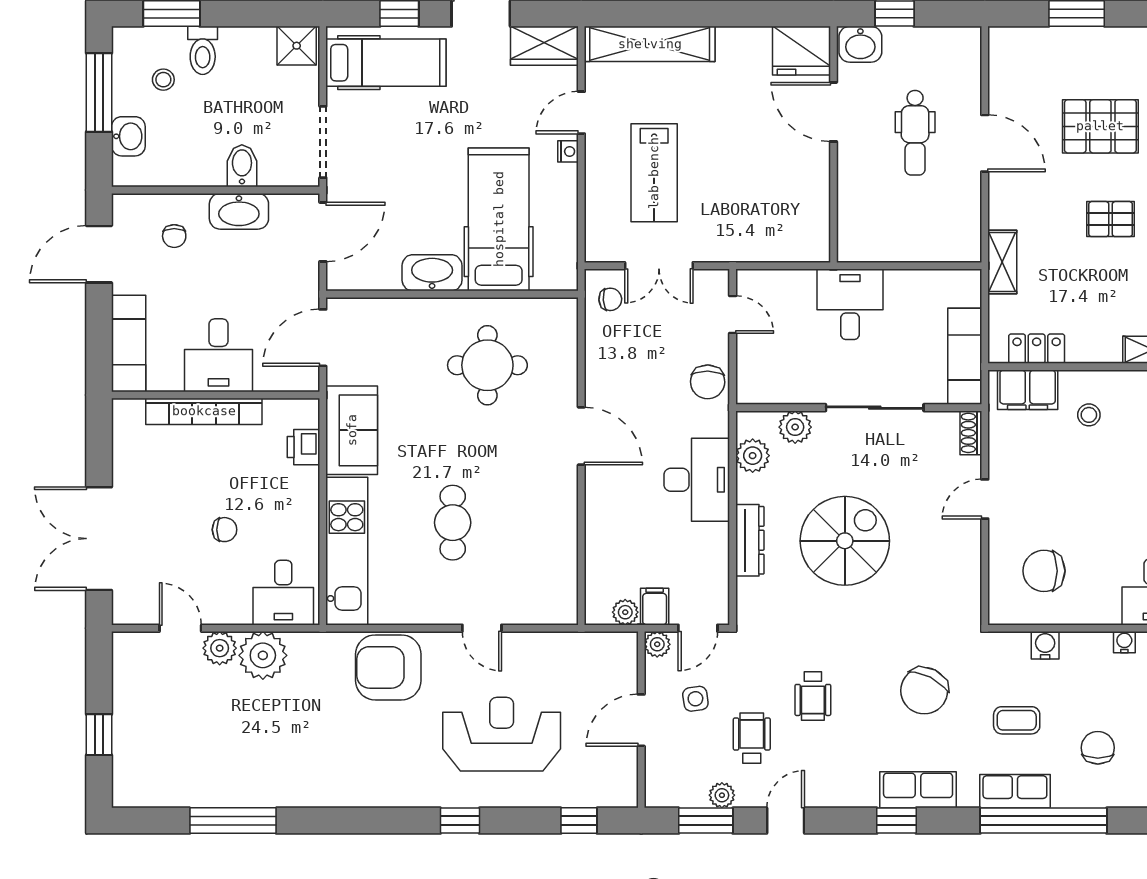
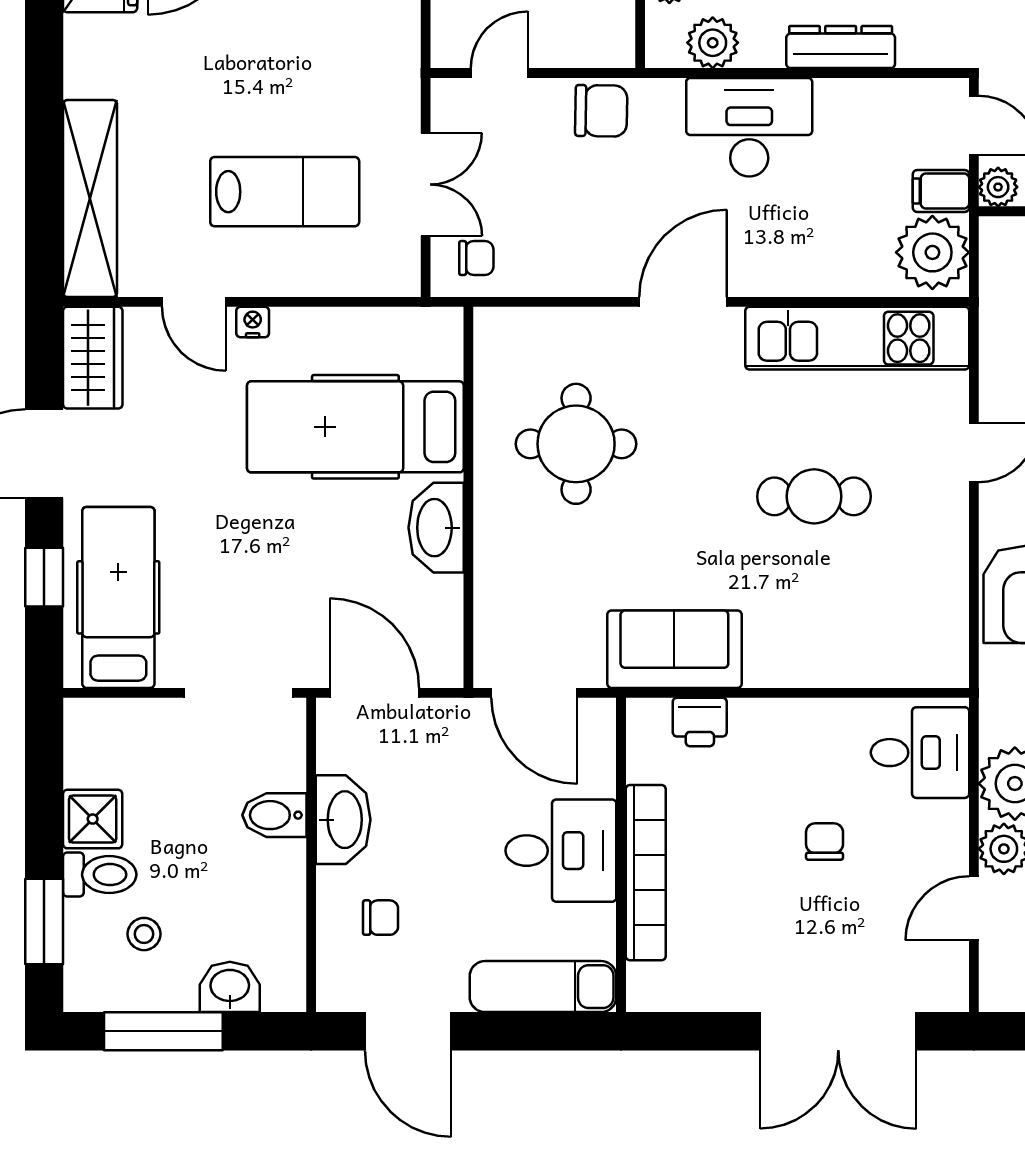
shower: (297, 46) -> (93, 819), moved
chair: (610, 299) -> (476, 258), turned 94
kitchen unit: (347, 551) -> (857, 338), moved, turned 180
plant: (625, 612) -> (932, 252), width x1.88, depth x1.88

